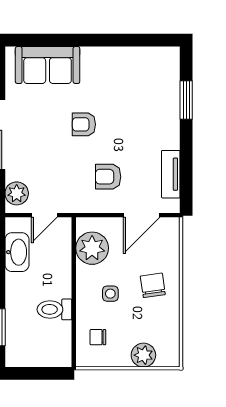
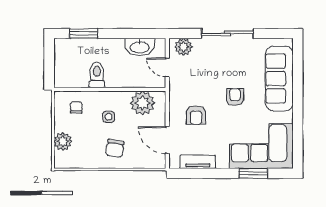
sofa: (48, 65) -> (279, 79), width x1.36
corner sofa: (150, 89) -> (261, 146), added
armchair: (108, 177) -> (196, 115), turned 180
chair: (153, 285) -> (115, 148), turned 107

